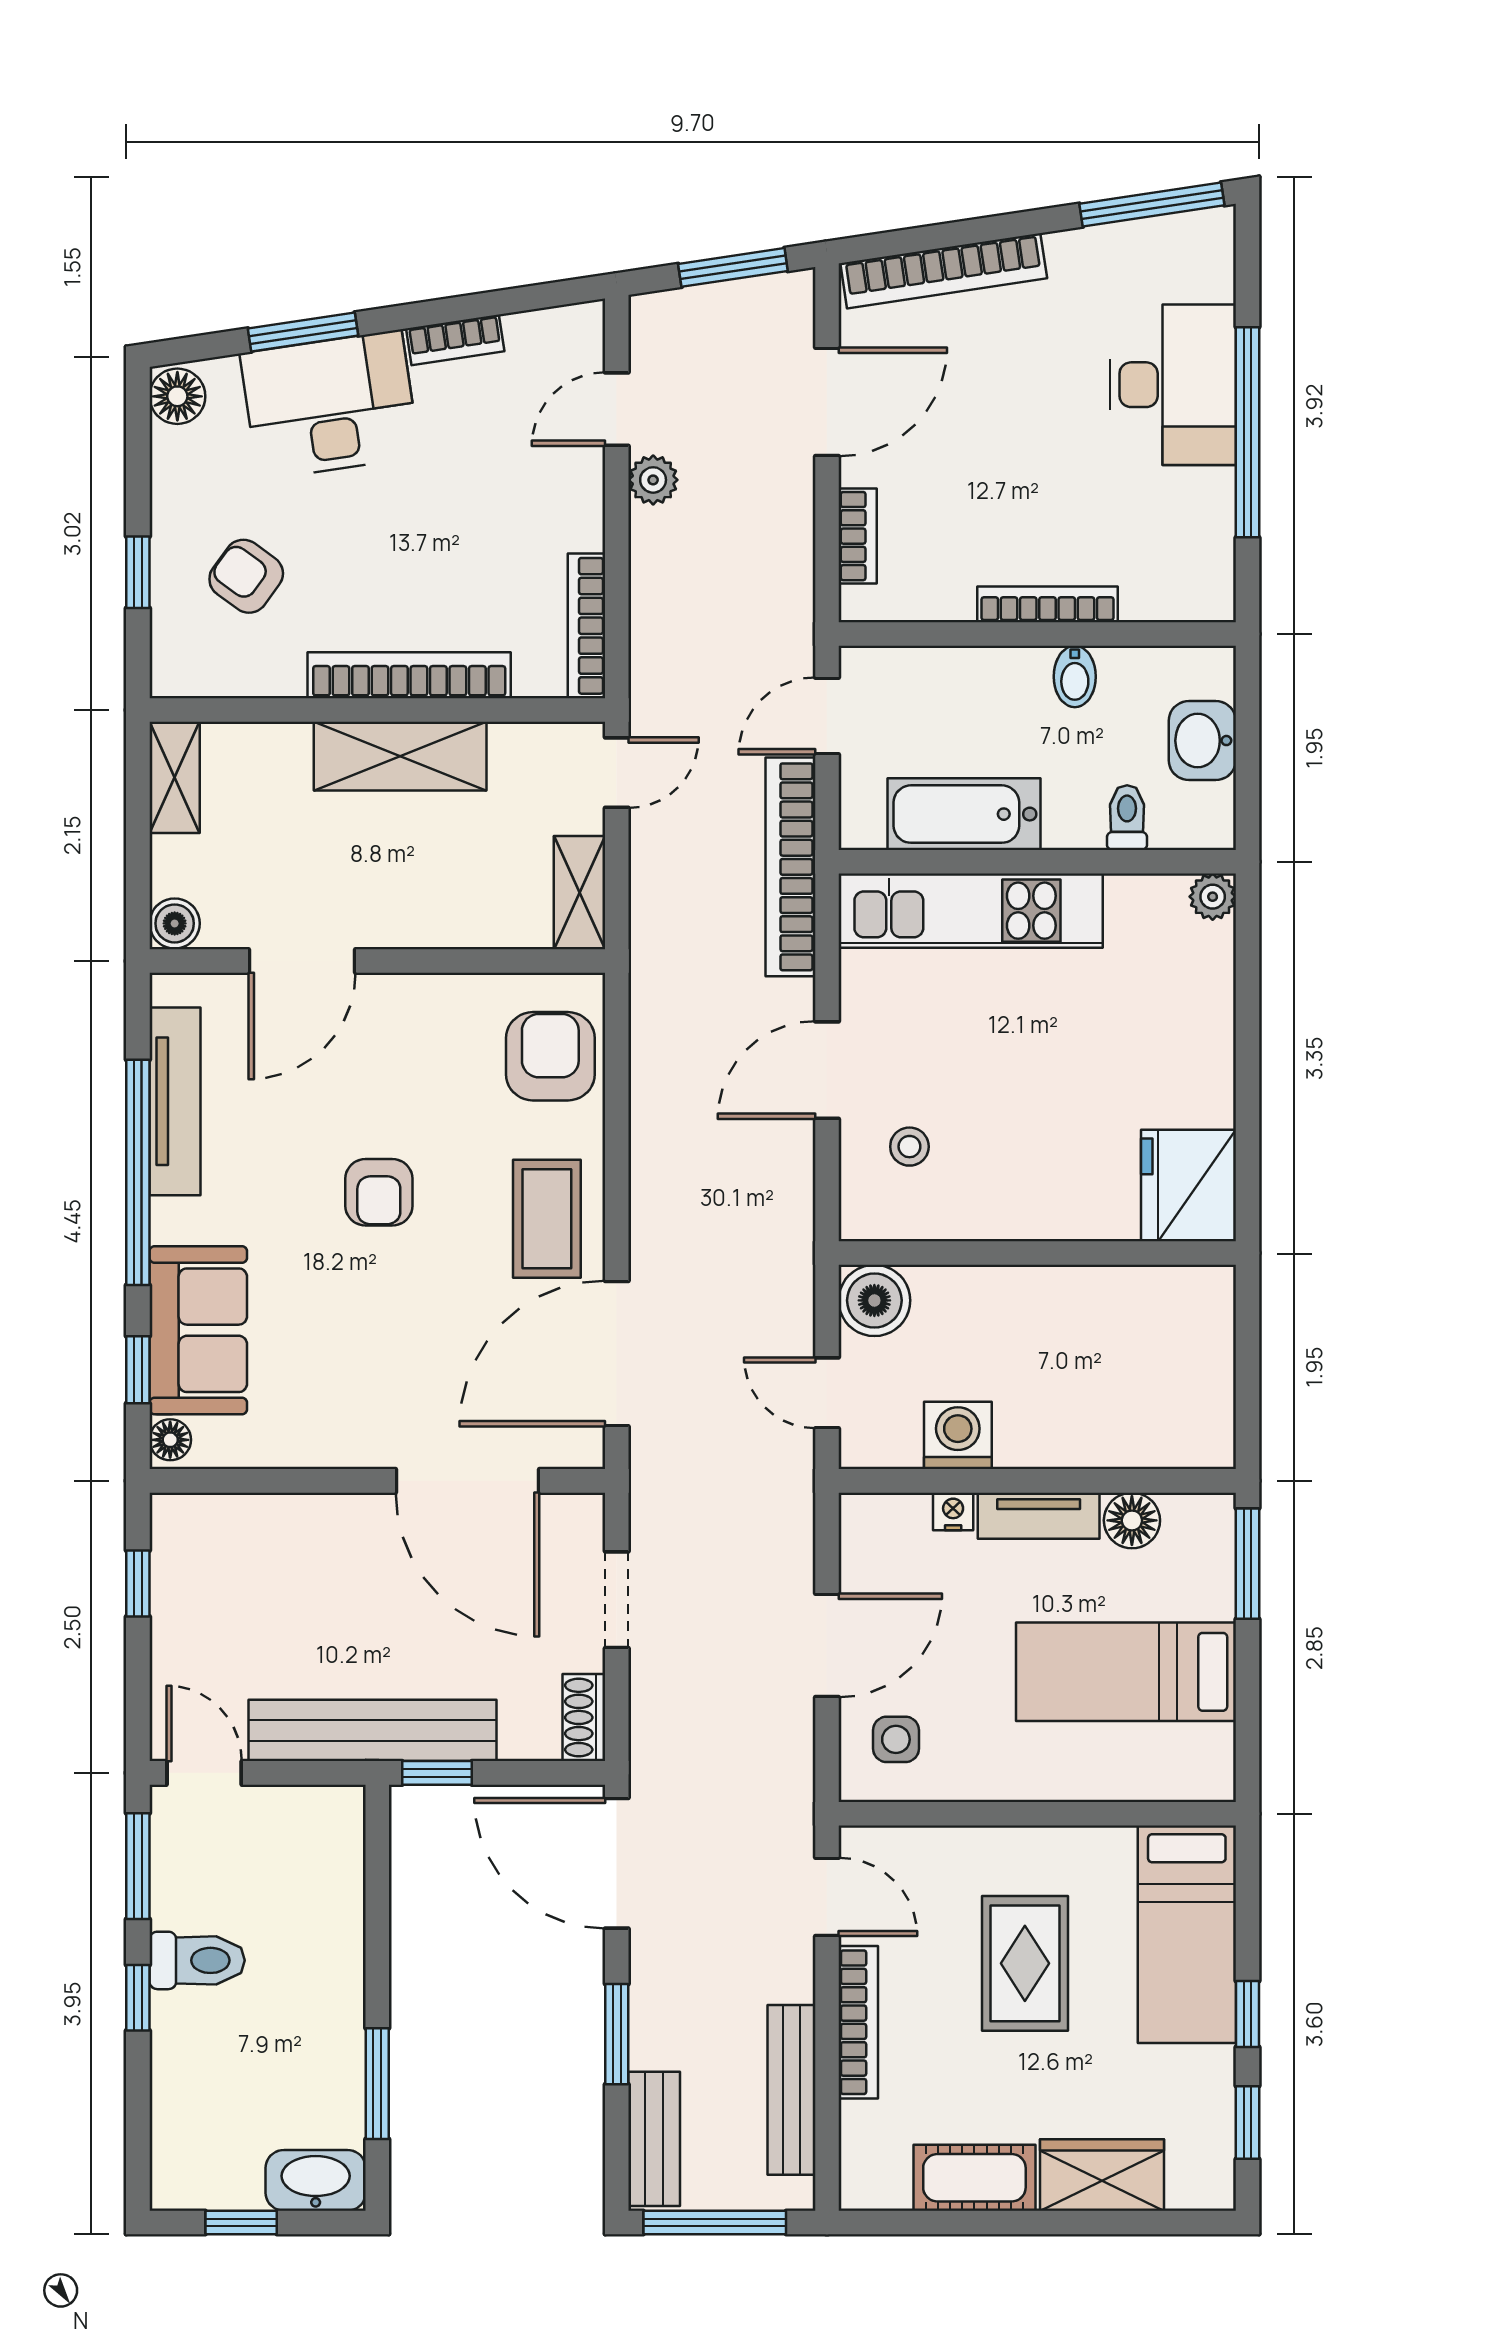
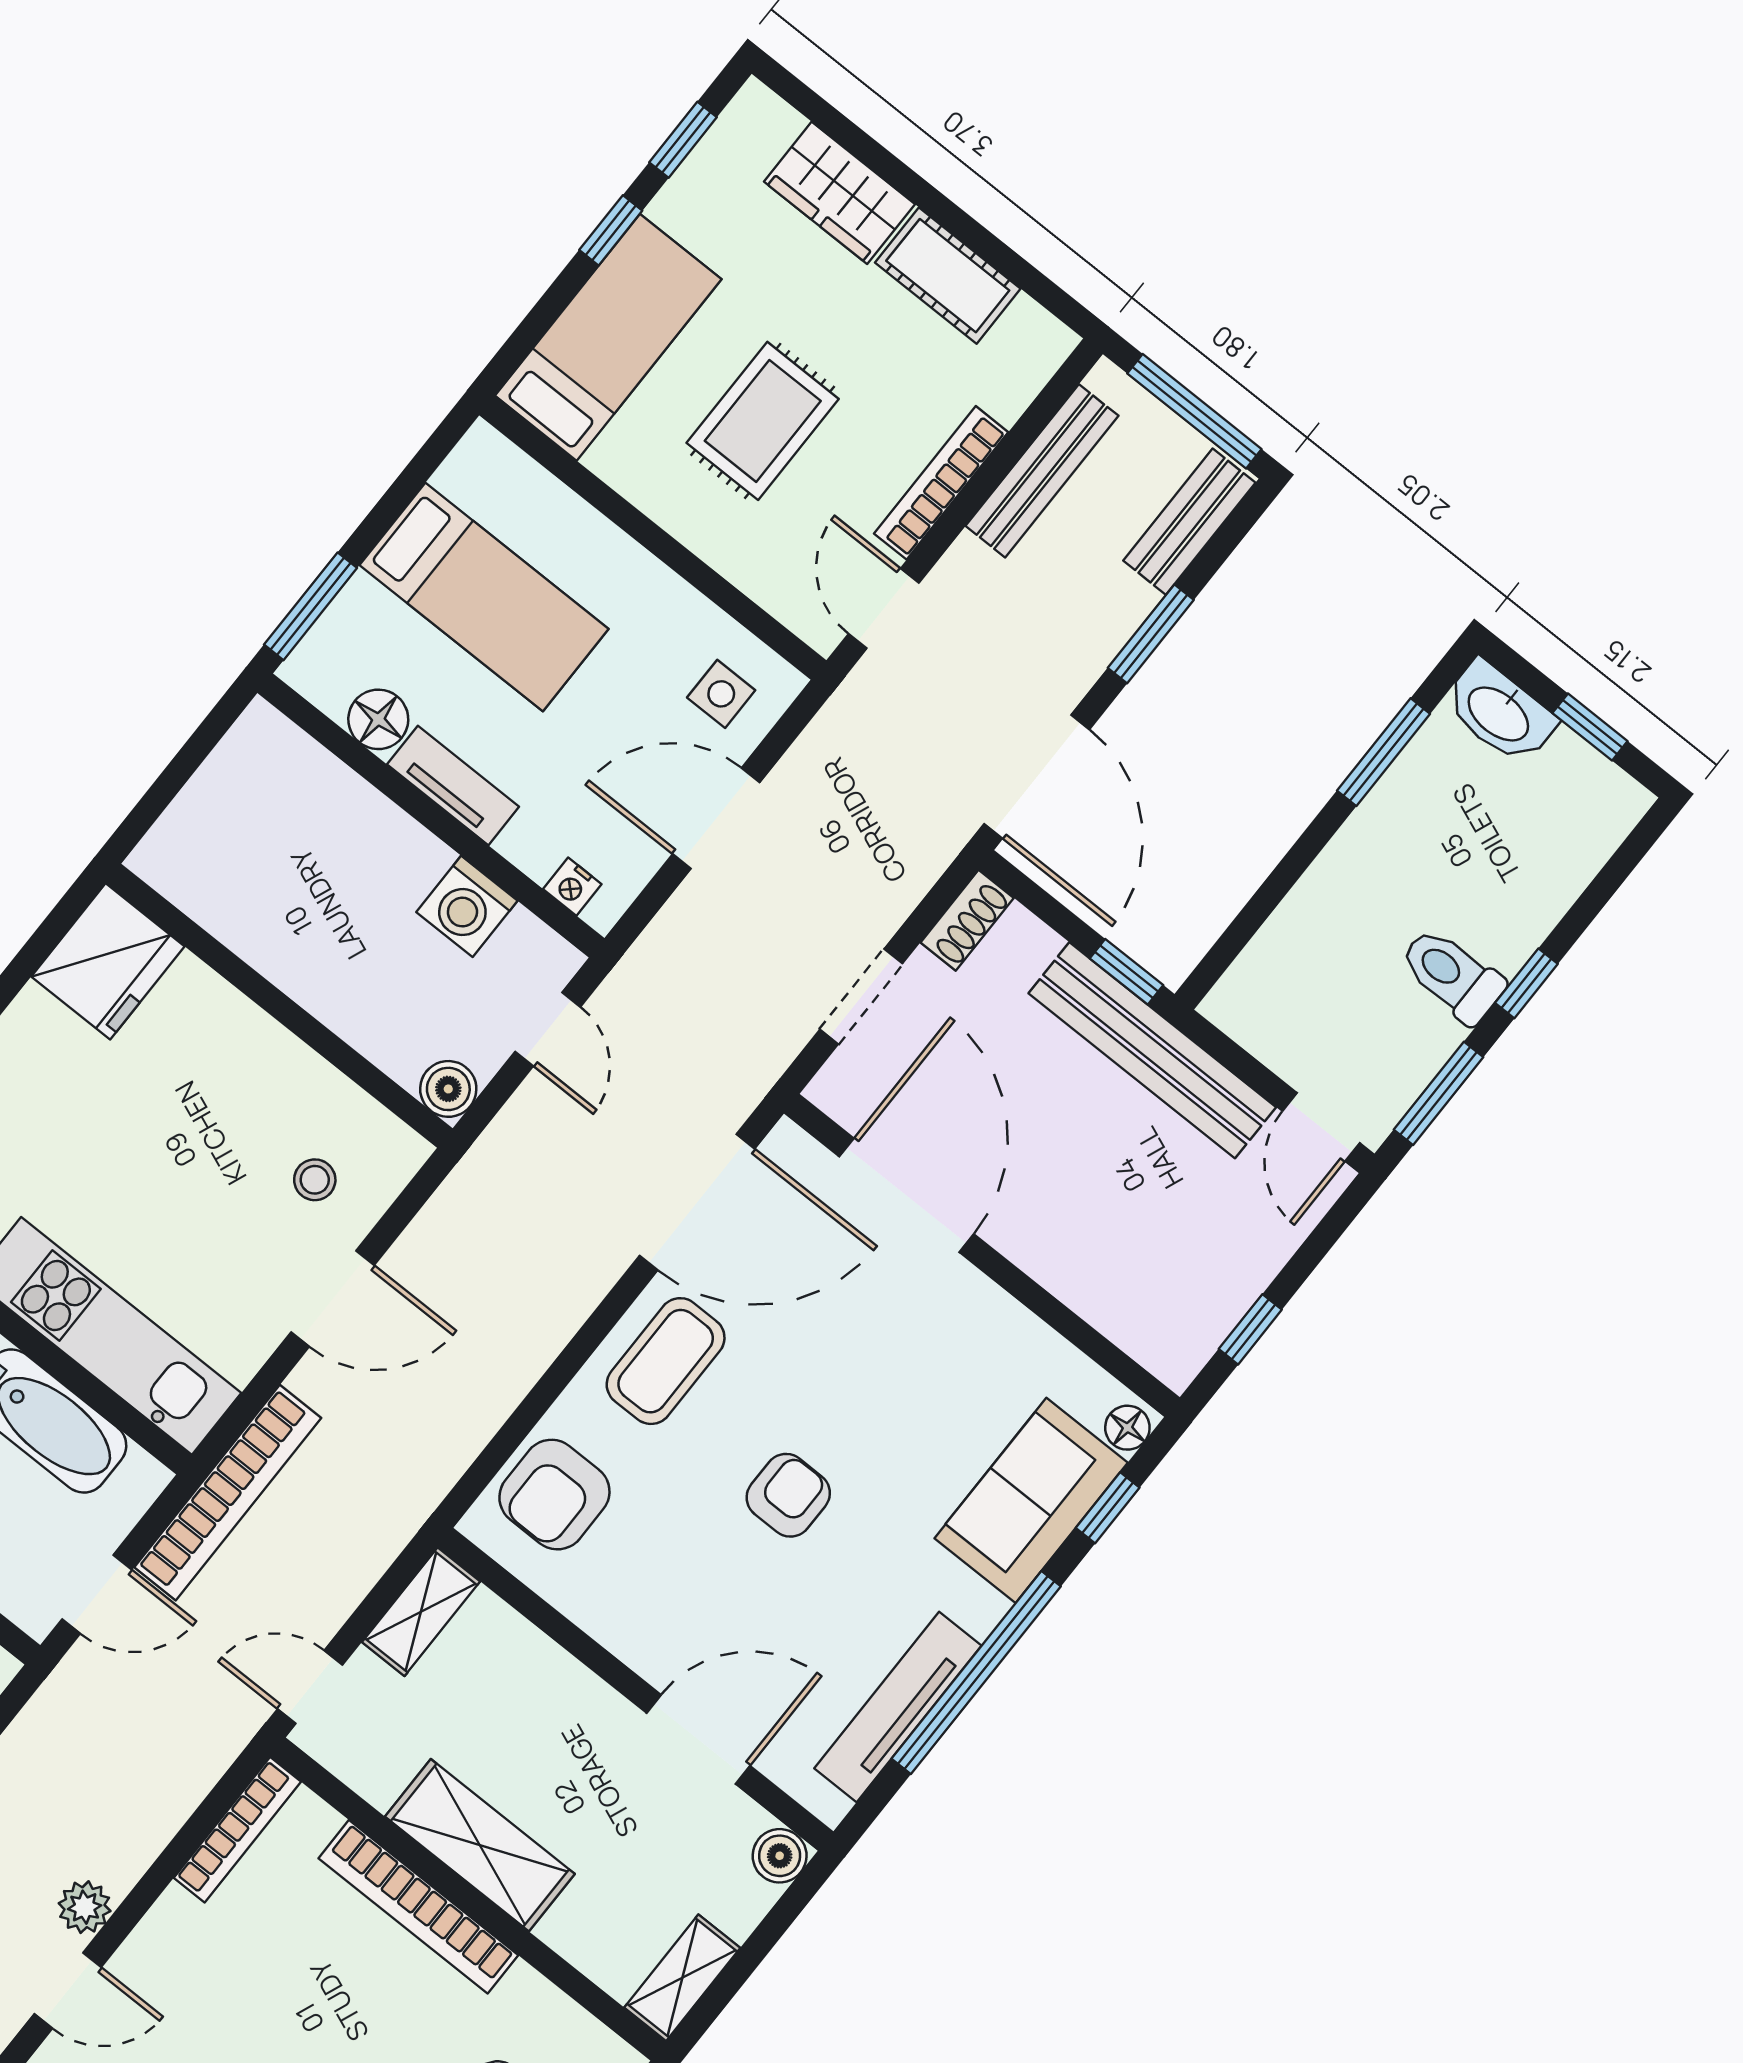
boiler: (874, 1300) -> (448, 1089), width x0.73, depth x0.73
nightstand: (953, 1511) -> (572, 887), moved

